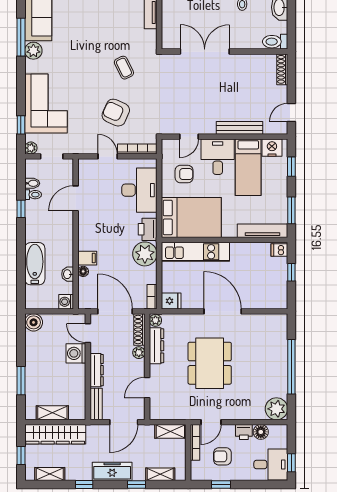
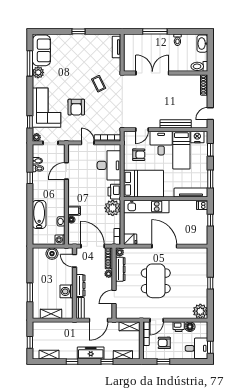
armchair: (116, 113) -> (76, 107), moved, turned -114
boiler: (34, 322) -> (52, 254), moved
washing machine: (76, 353) -> (67, 291), moved
window: (291, 367) -> (210, 283), width x0.32
wardrobe: (55, 434) -> (53, 328), removed

